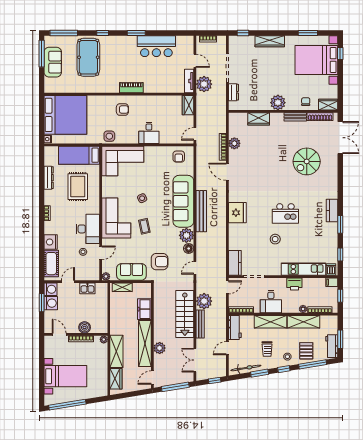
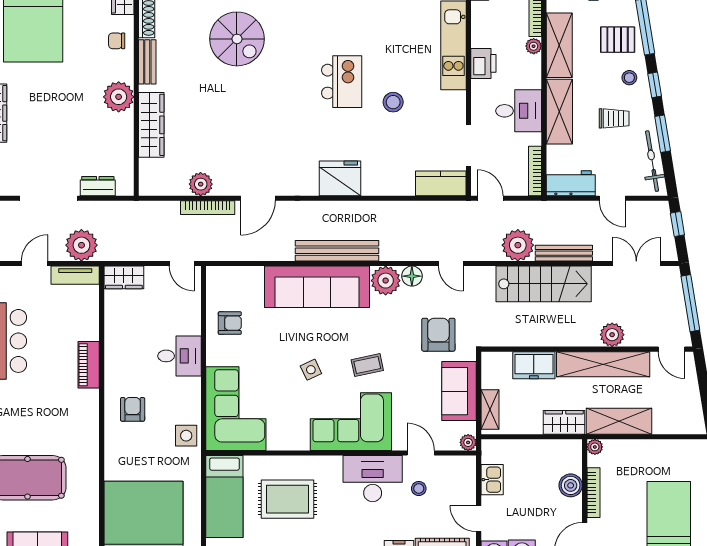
piano: (131, 88) -> (89, 365), moved
wardrobe: (259, 119) -> (151, 125), width x1.50
armchair: (179, 157) -> (230, 323), moved
double door: (195, 360) -> (636, 263), swing flipped
wardrobe: (116, 379) -> (564, 422), moved

